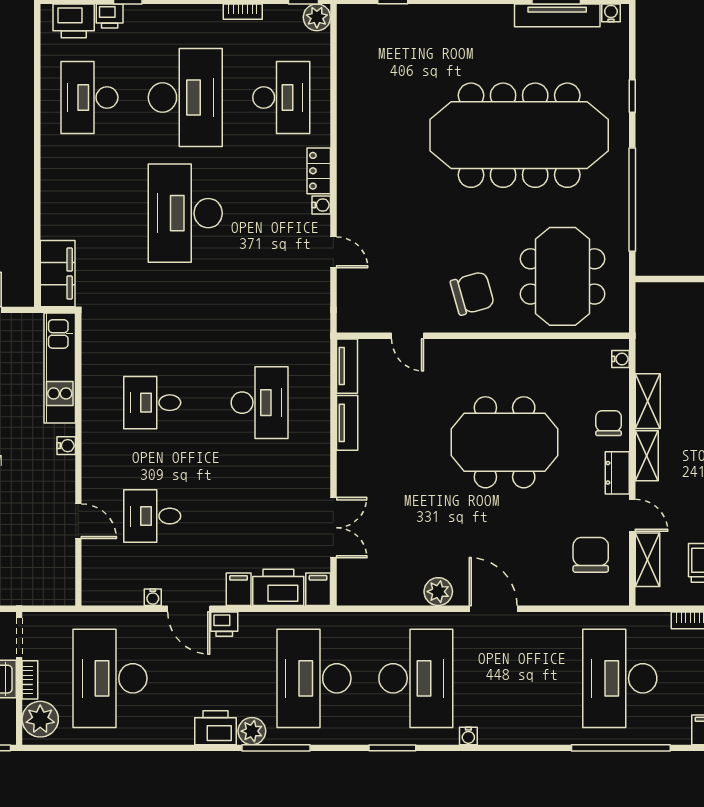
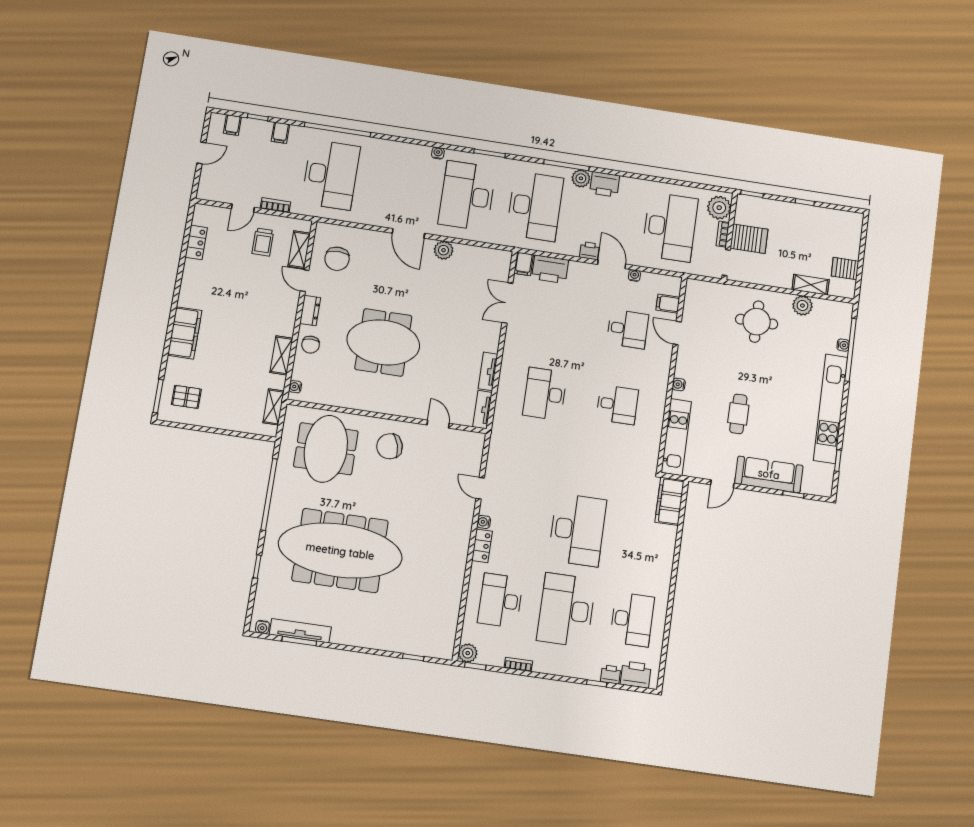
shelving: (647, 456) -> (273, 407), moved
filing cabinet: (239, 589) -> (668, 304), moved, turned 90

